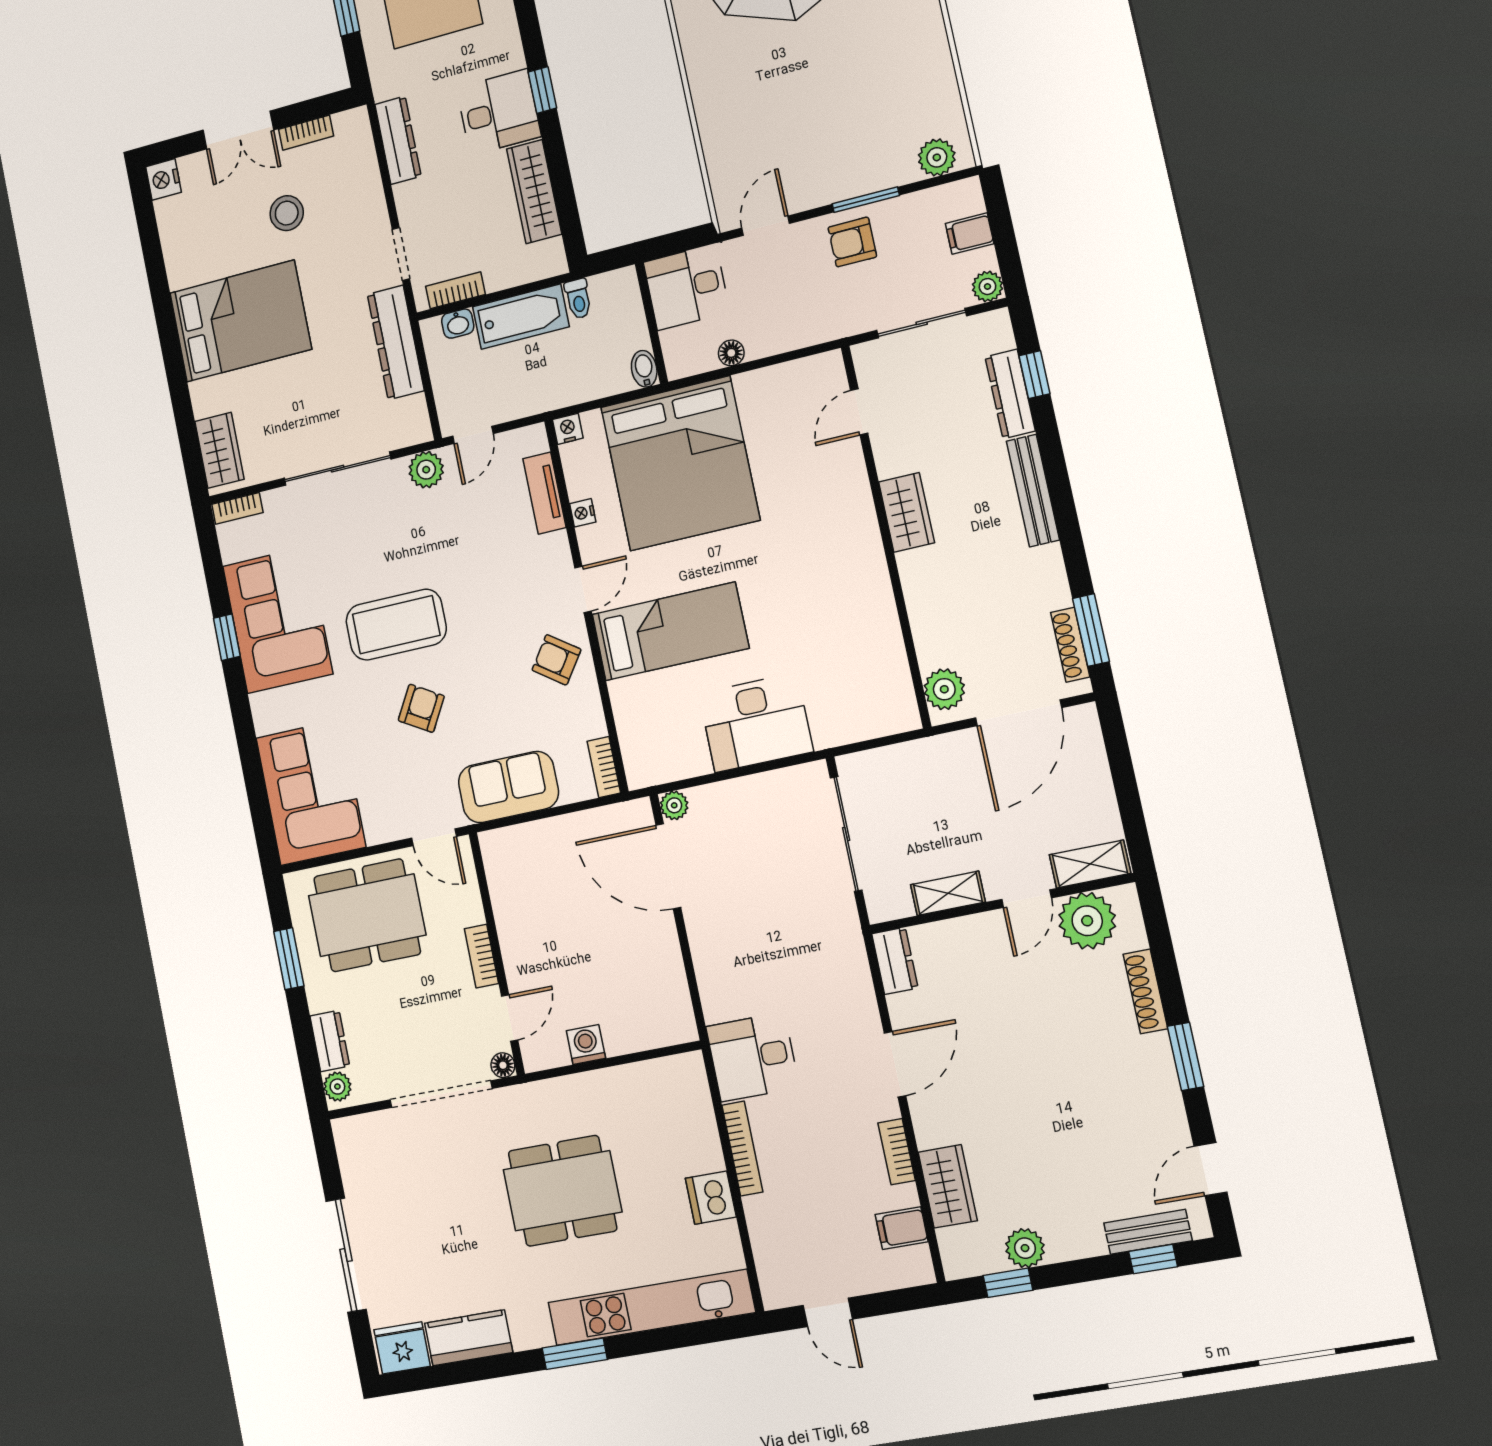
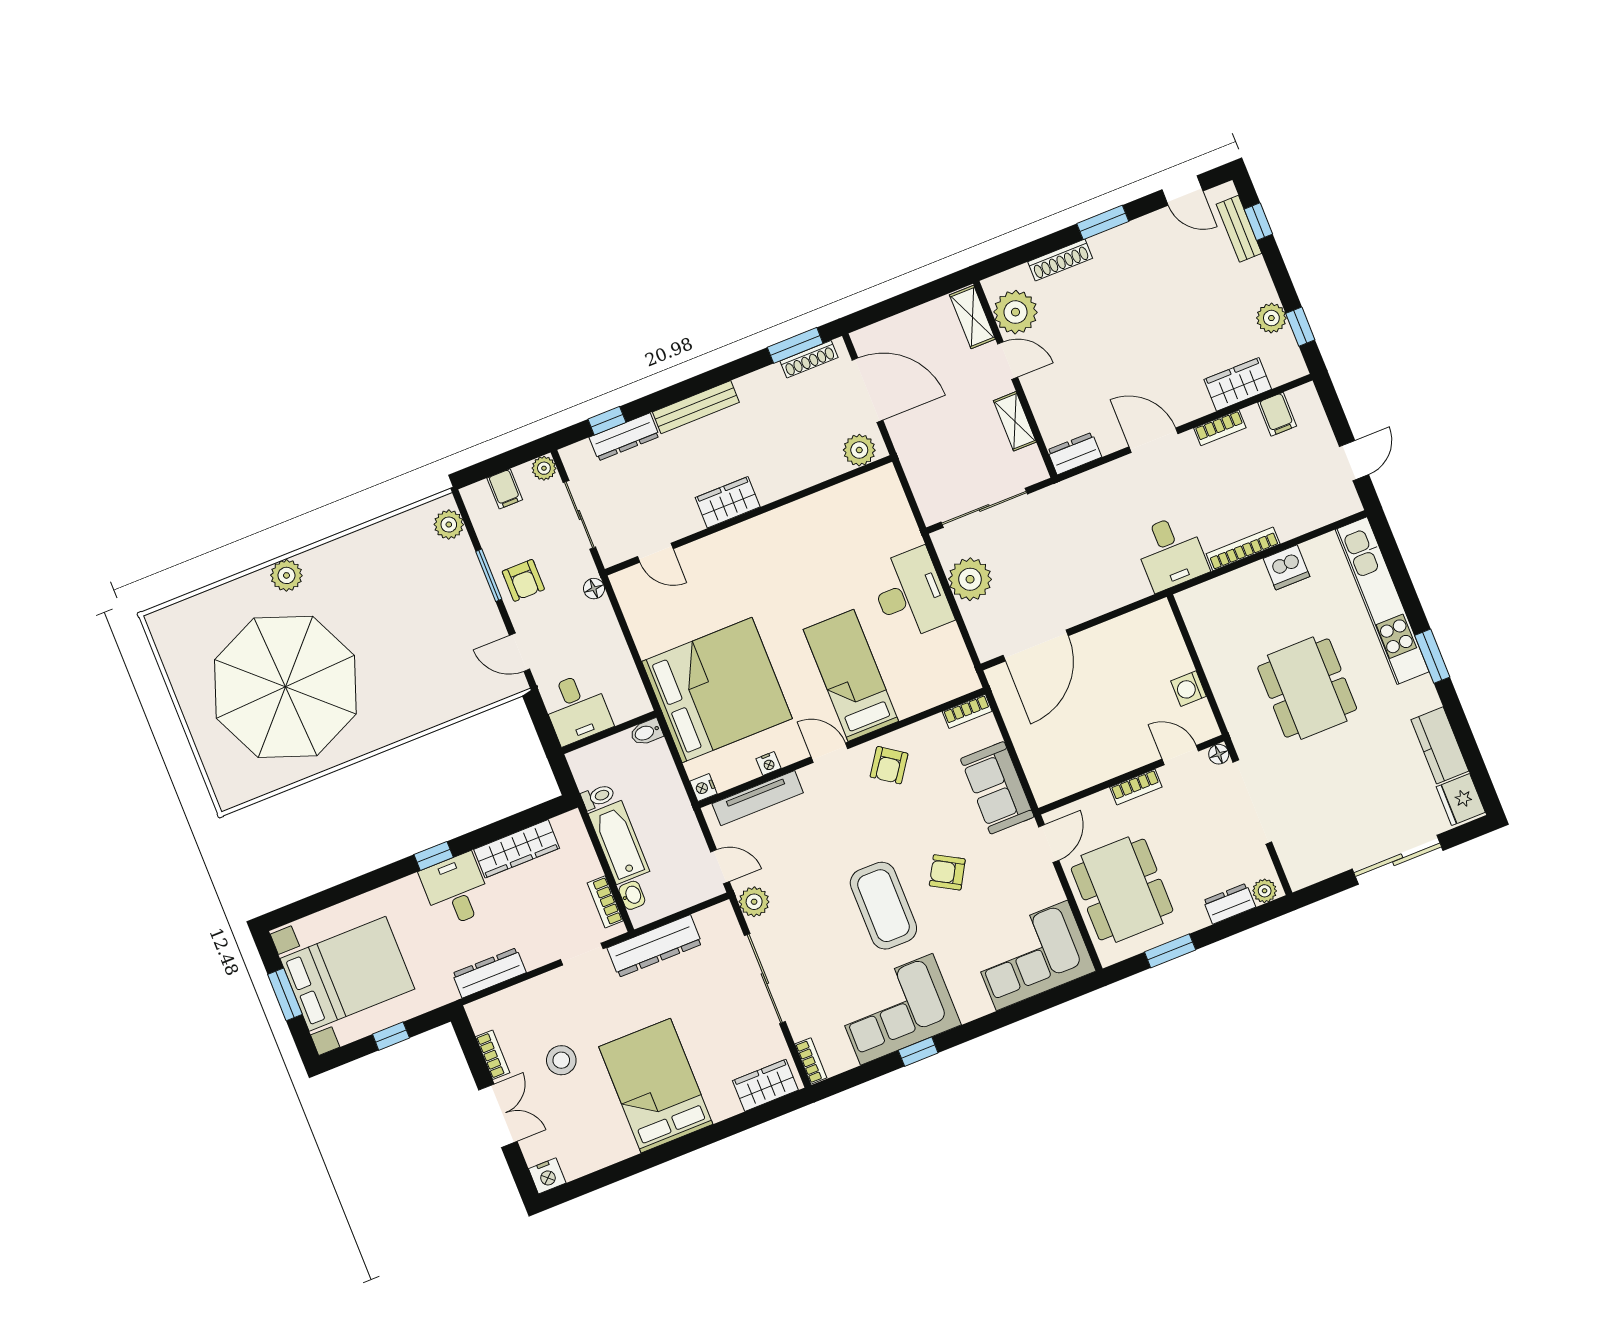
floor lamp: (731, 353) -> (594, 589), moved
tv unit: (544, 493) -> (758, 798), width x1.41
plant: (674, 805) -> (970, 579), moved, width x1.88, depth x1.88

